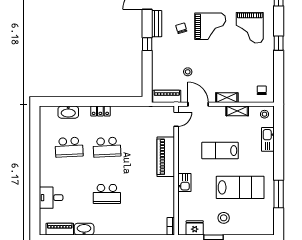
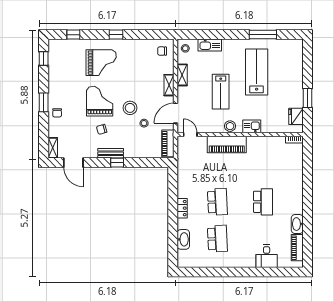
bench: (157, 24) -> (111, 153), moved
stool: (203, 57) -> (130, 108), added
stool: (224, 218) -> (230, 126), moved

